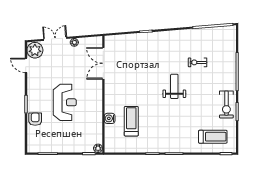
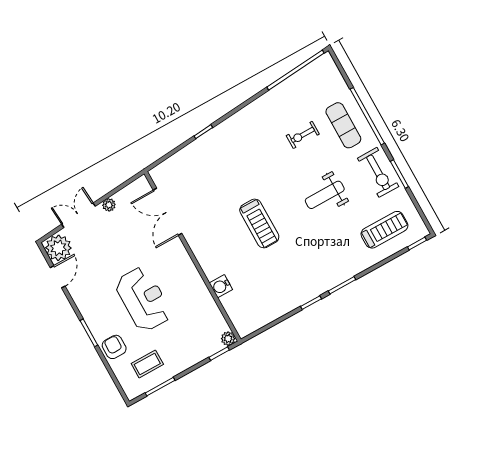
door: (26, 65) -> (58, 277), swing flipped
exercise mat: (222, 69) -> (343, 125), added
weight bench: (174, 86) -> (325, 195), moved, turned -90
treadmill: (131, 121) -> (259, 223), moved, turned 180
coffee table: (48, 138) -> (147, 364), added

